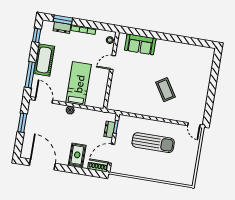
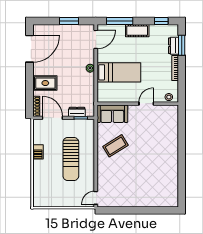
sofa: (140, 44) -> (112, 114), moved, turned -90
cot: (44, 60) -> (137, 31), width x0.73, depth x0.75
door: (113, 62) -> (146, 104), hinge flipped
coffee table: (165, 90) -> (116, 146), moved
barbecue: (141, 173) -> (38, 152), added

